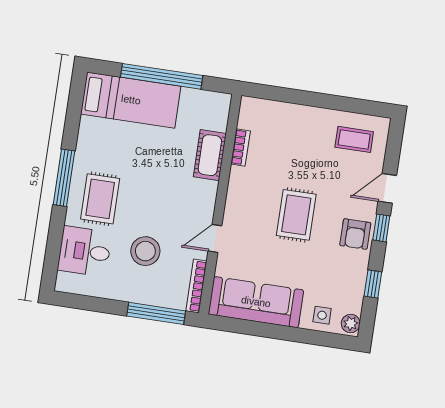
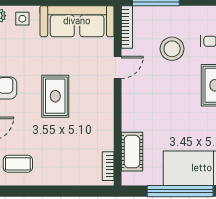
bookcase: (241, 148) -> (108, 166), moved
cot: (210, 155) -> (132, 152), moved

